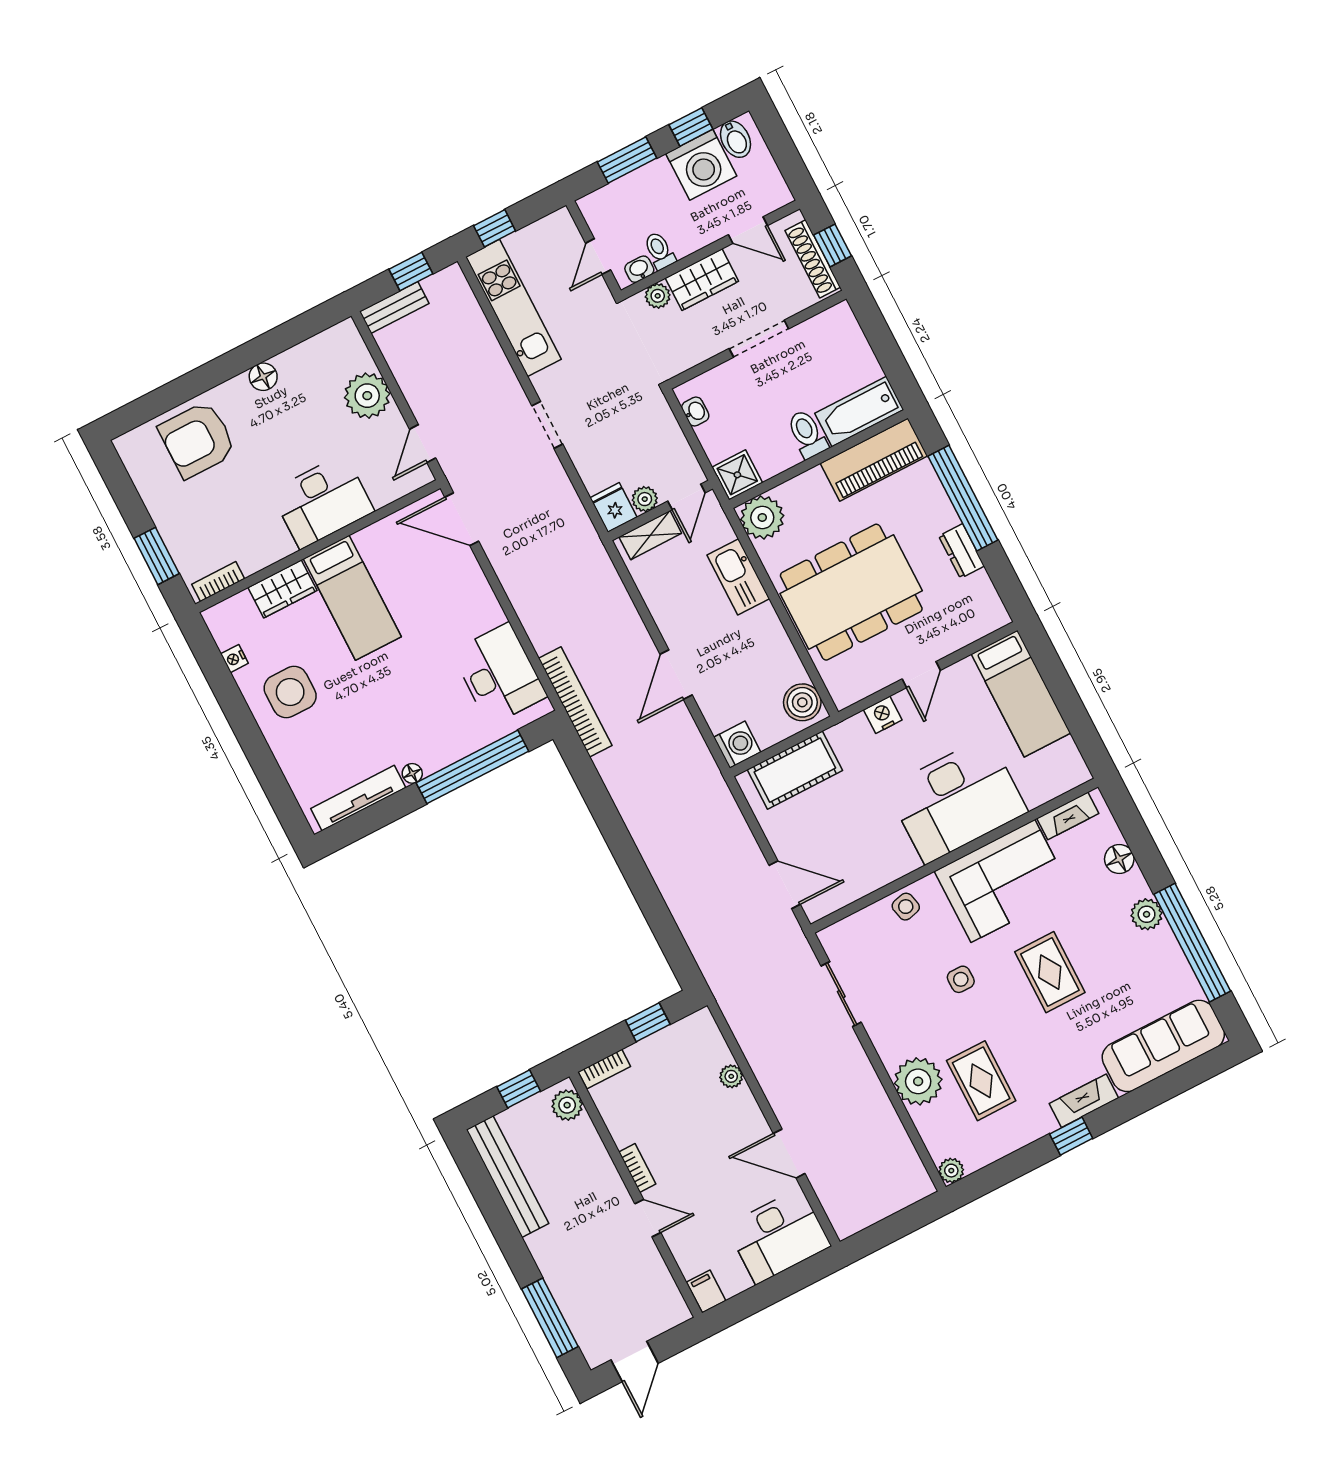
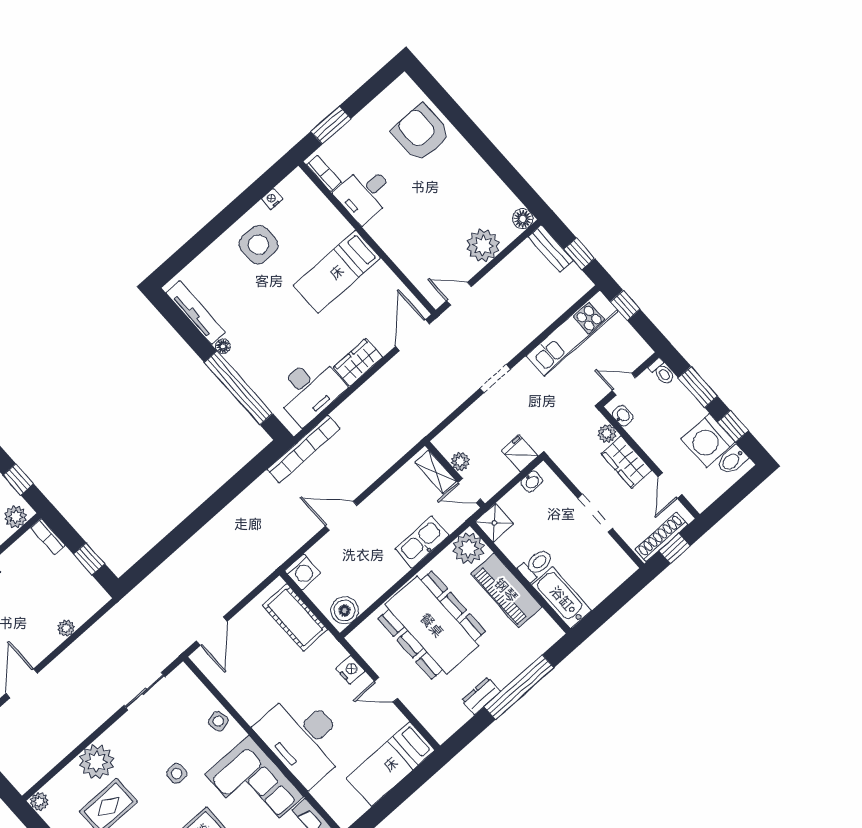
toilet: (660, 251) -> (662, 372), moved, turned 90
floor lamp: (263, 377) -> (523, 219), moved
piano: (874, 460) -> (506, 590), moved
desk: (322, 501) -> (365, 194), moved, width x0.73
fridge: (614, 507) -> (520, 453), moved, turned -90
wardrobe: (282, 589) -> (358, 362), moved, turned 90

